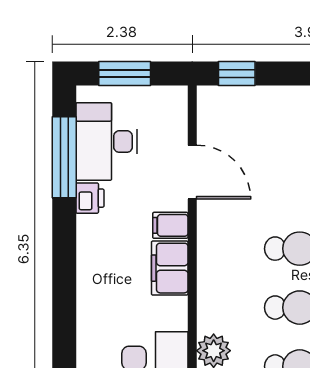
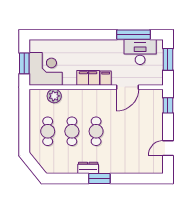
printer: (90, 198) -> (117, 45), removed

